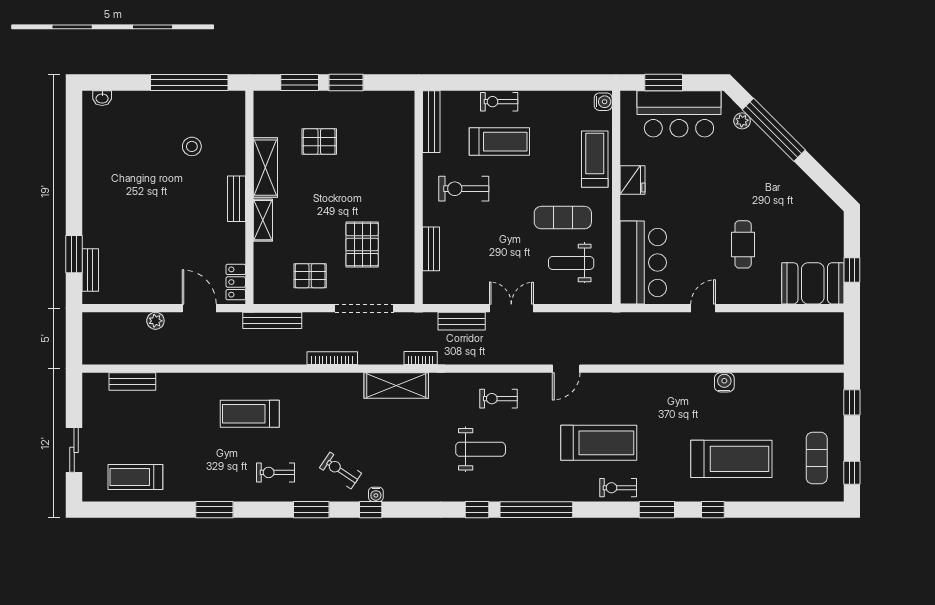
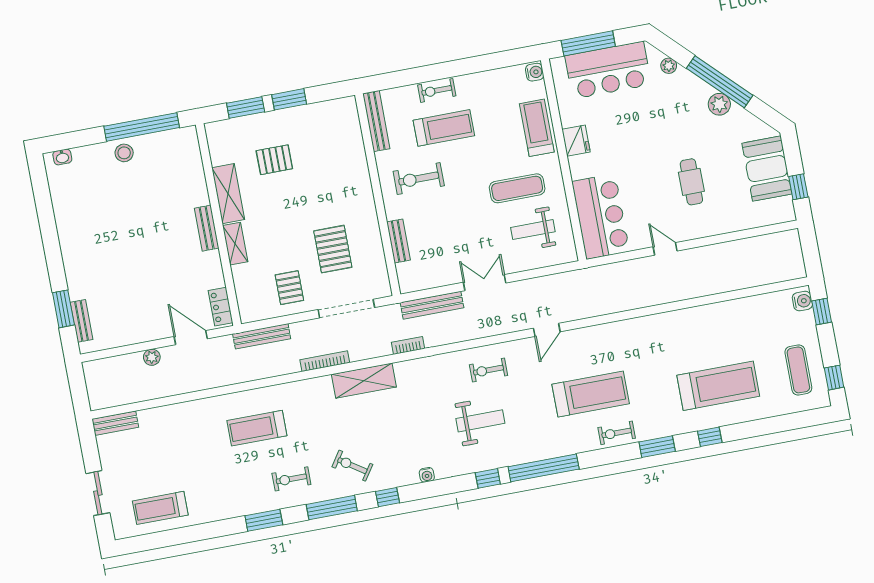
window: (664, 82) -> (588, 43), width x1.44
window: (774, 130) -> (720, 82), moved
stool: (192, 146) -> (124, 153), moved
plant: (787, 170) -> (719, 104), added
pallet: (310, 276) -> (289, 288), turned 90
booth: (813, 283) -> (767, 169), moved, turned 90
door: (703, 308) -> (665, 249), hinge flipped
bench: (462, 321) -> (432, 305), width x1.36
bench: (132, 381) -> (115, 423), moved
water cooler: (724, 382) -> (802, 301), moved, turned 90
shelving: (396, 385) -> (364, 381), moved
water cooler: (376, 494) -> (427, 475), moved
window: (214, 510) -> (264, 520), moved
window: (311, 510) -> (332, 508), width x1.44

